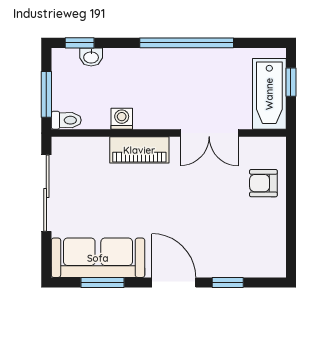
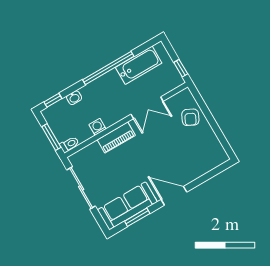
washbasin: (91, 57) -> (74, 98), moved
window: (291, 82) -> (181, 68), moved
bathtub: (269, 94) -> (139, 65), moved, turned -90
armchair: (263, 183) -> (190, 117), turned -64
window: (228, 283) -> (202, 179), removed

